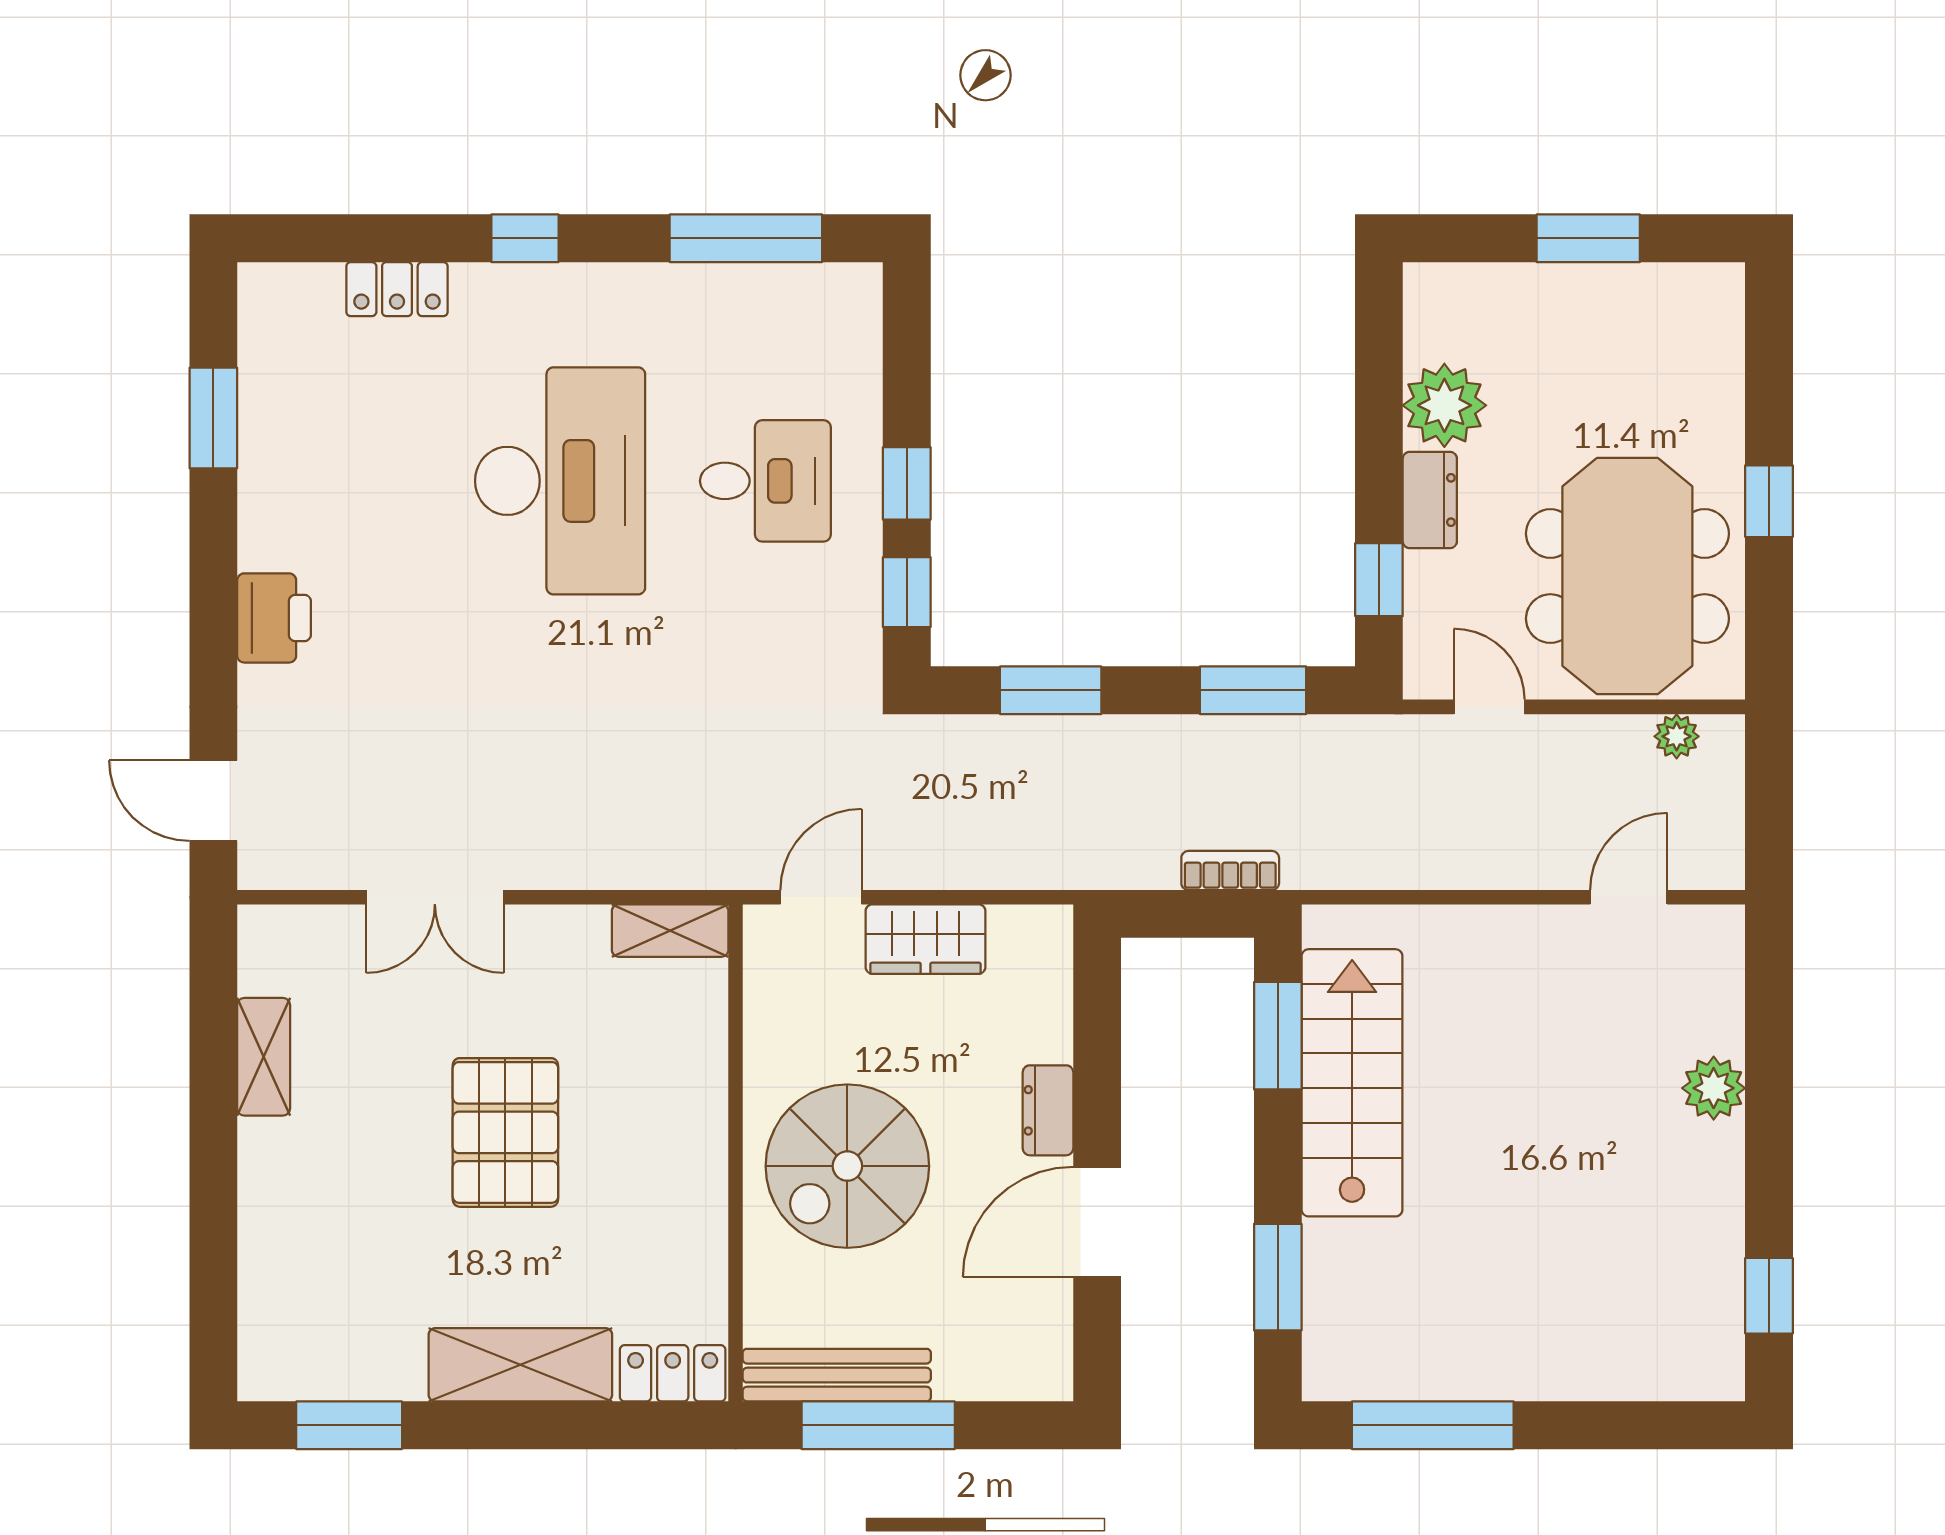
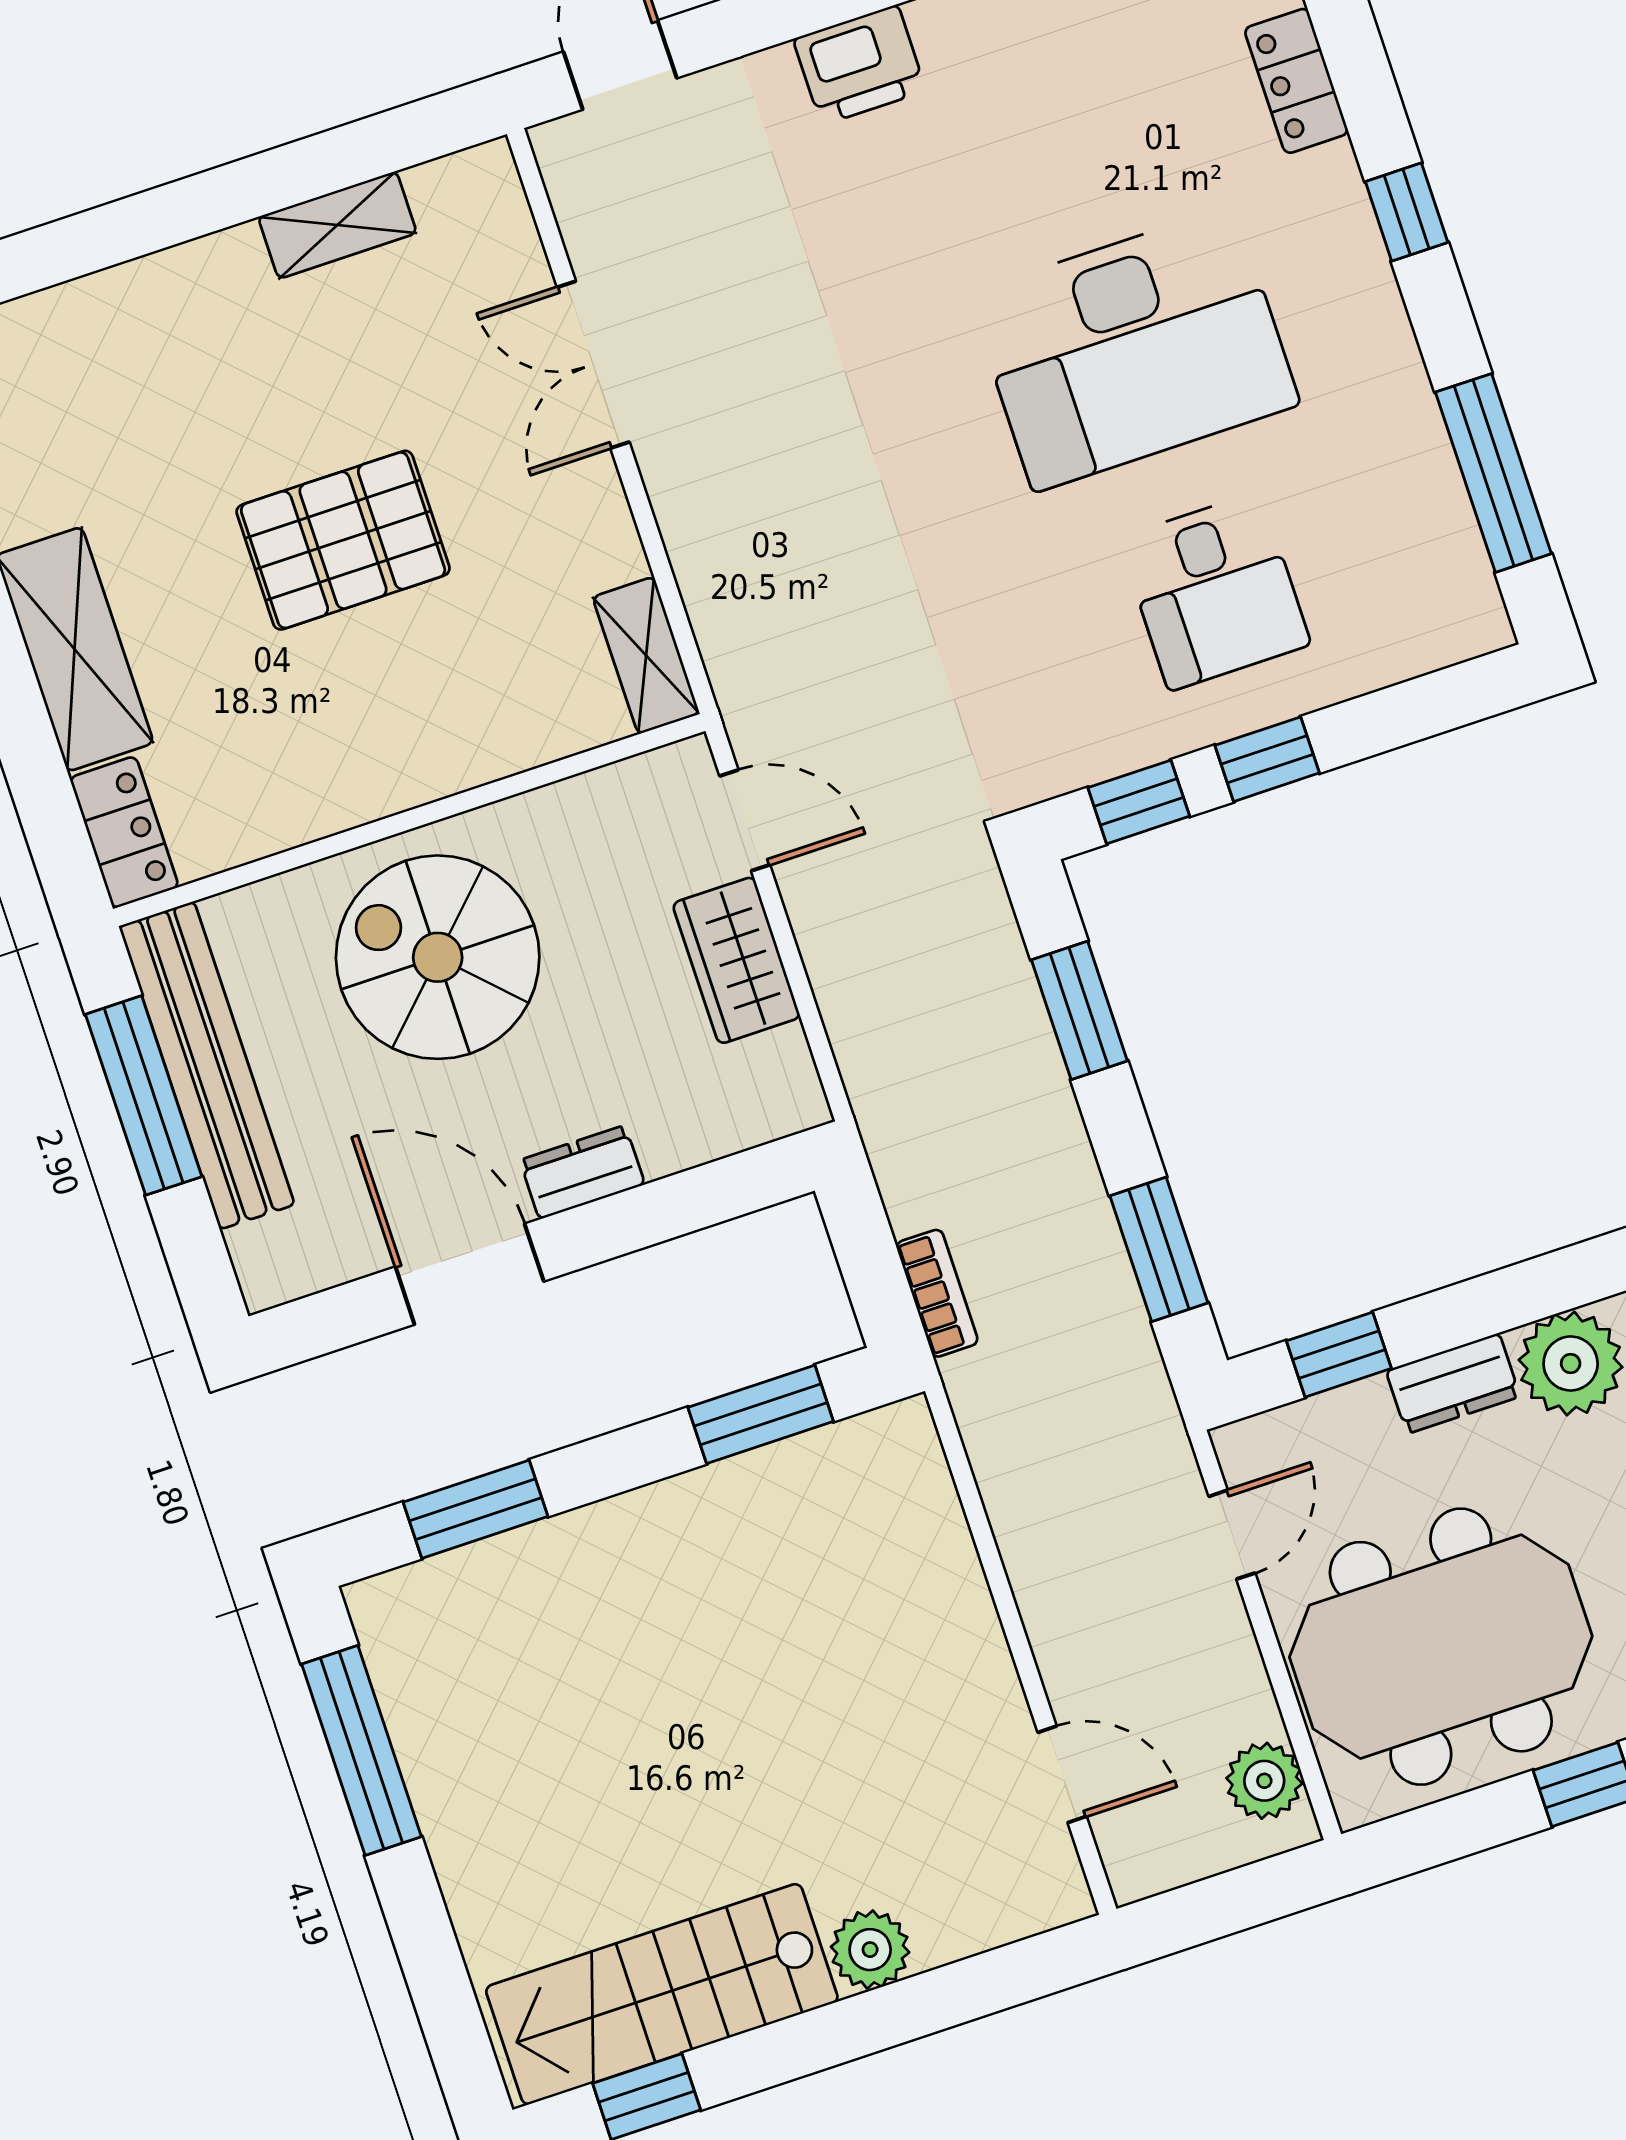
plant: (1677, 736) -> (1264, 1781), width x1.38, depth x1.38
stairs: (1352, 1083) -> (662, 1994), moved, turned 180
bench: (837, 1375) -> (207, 1065), width x1.37, depth x1.21

